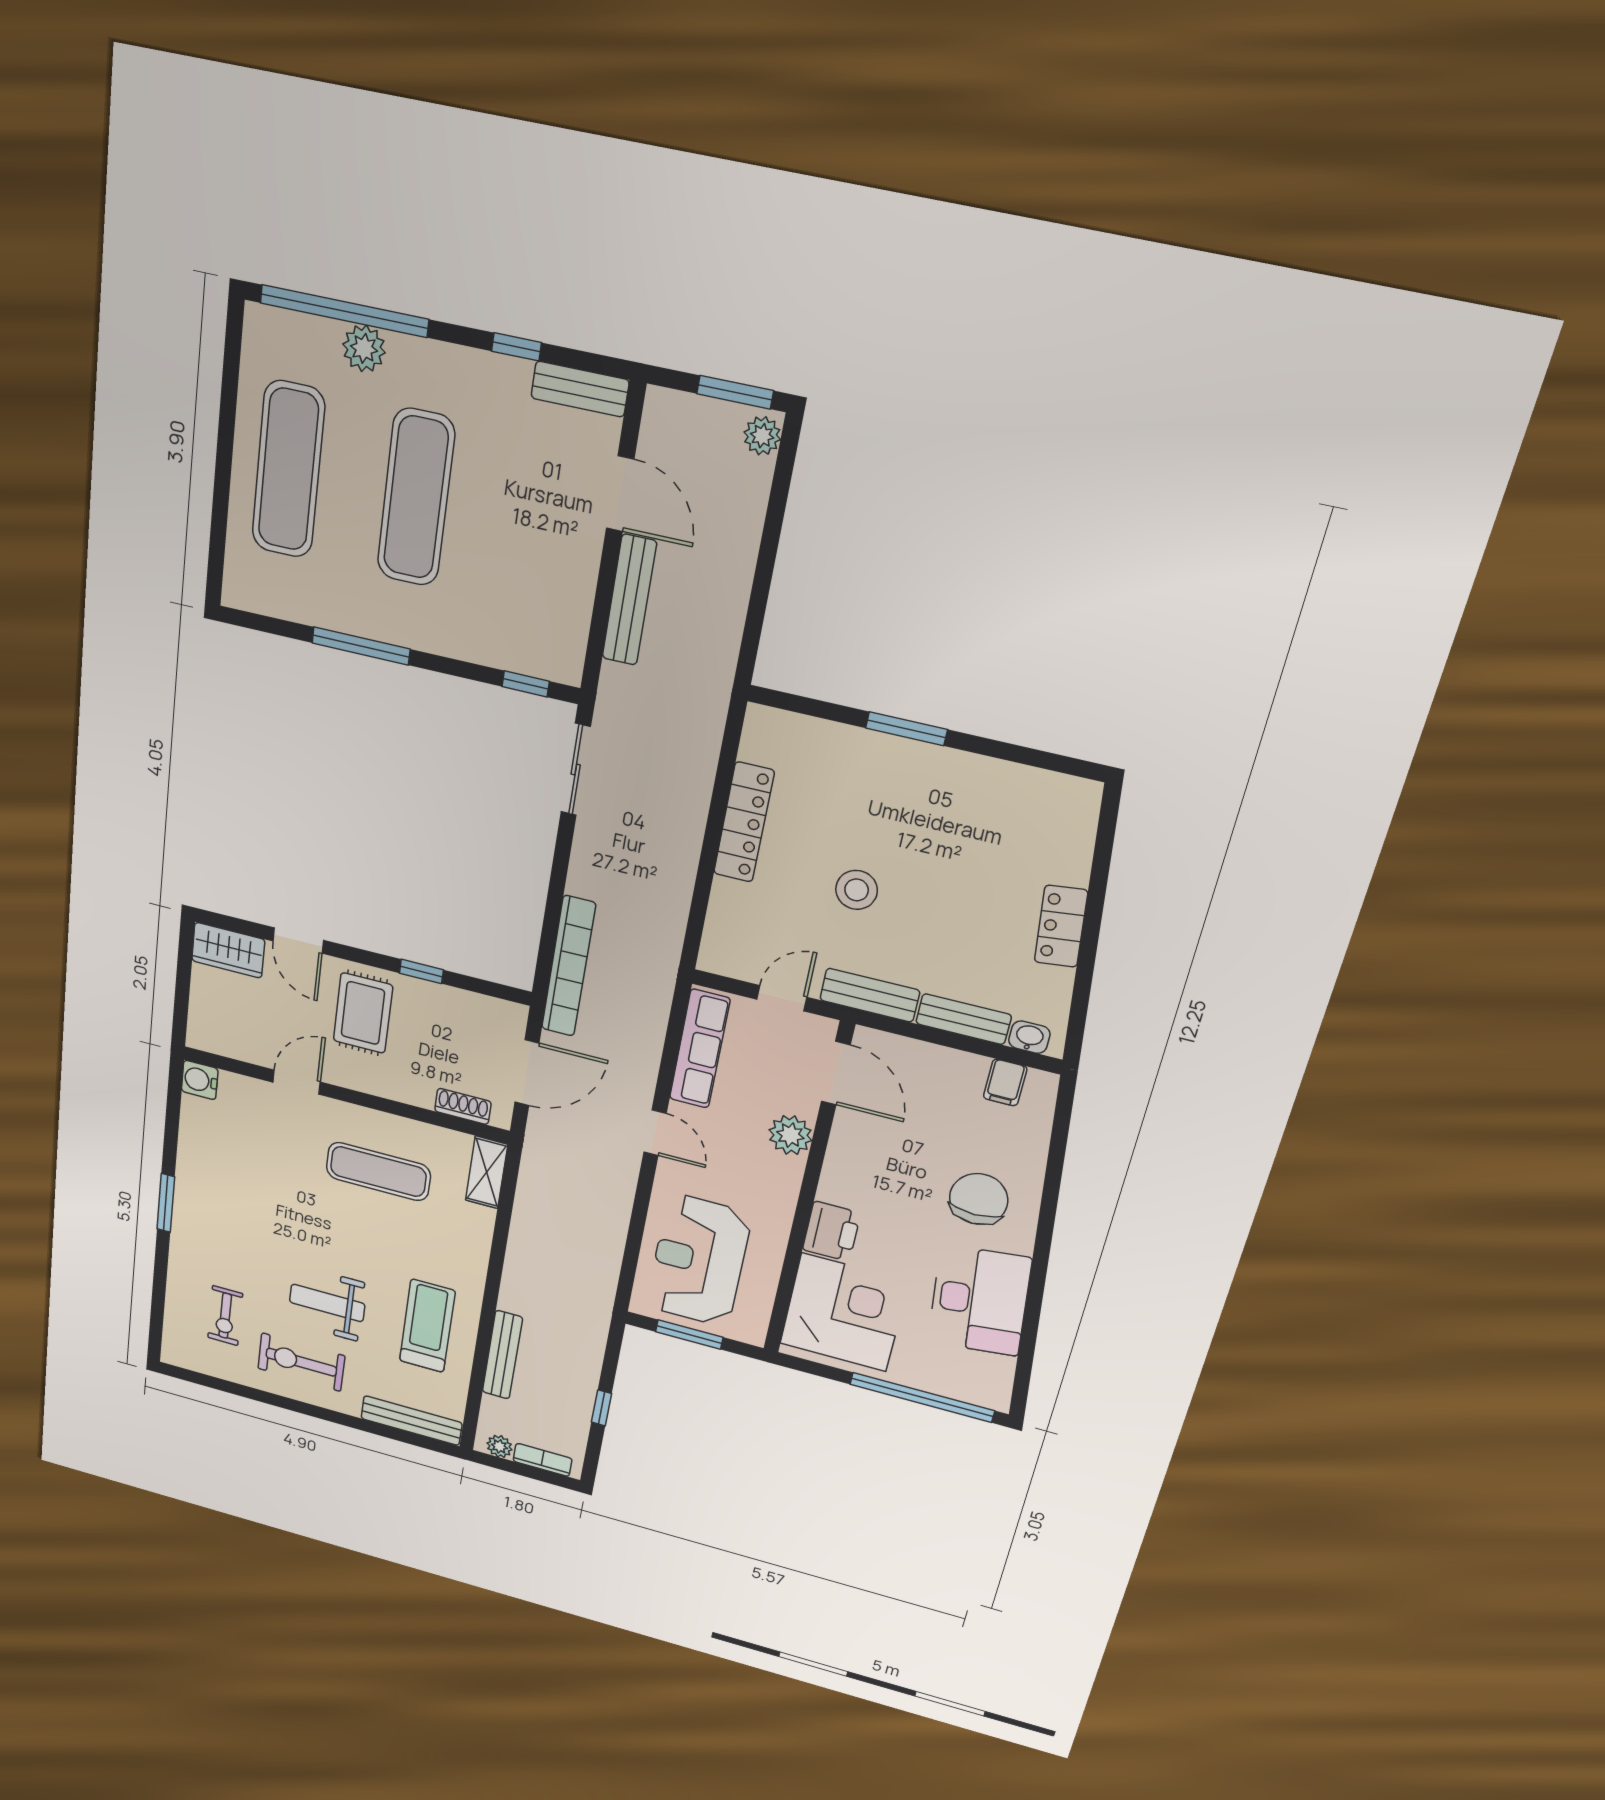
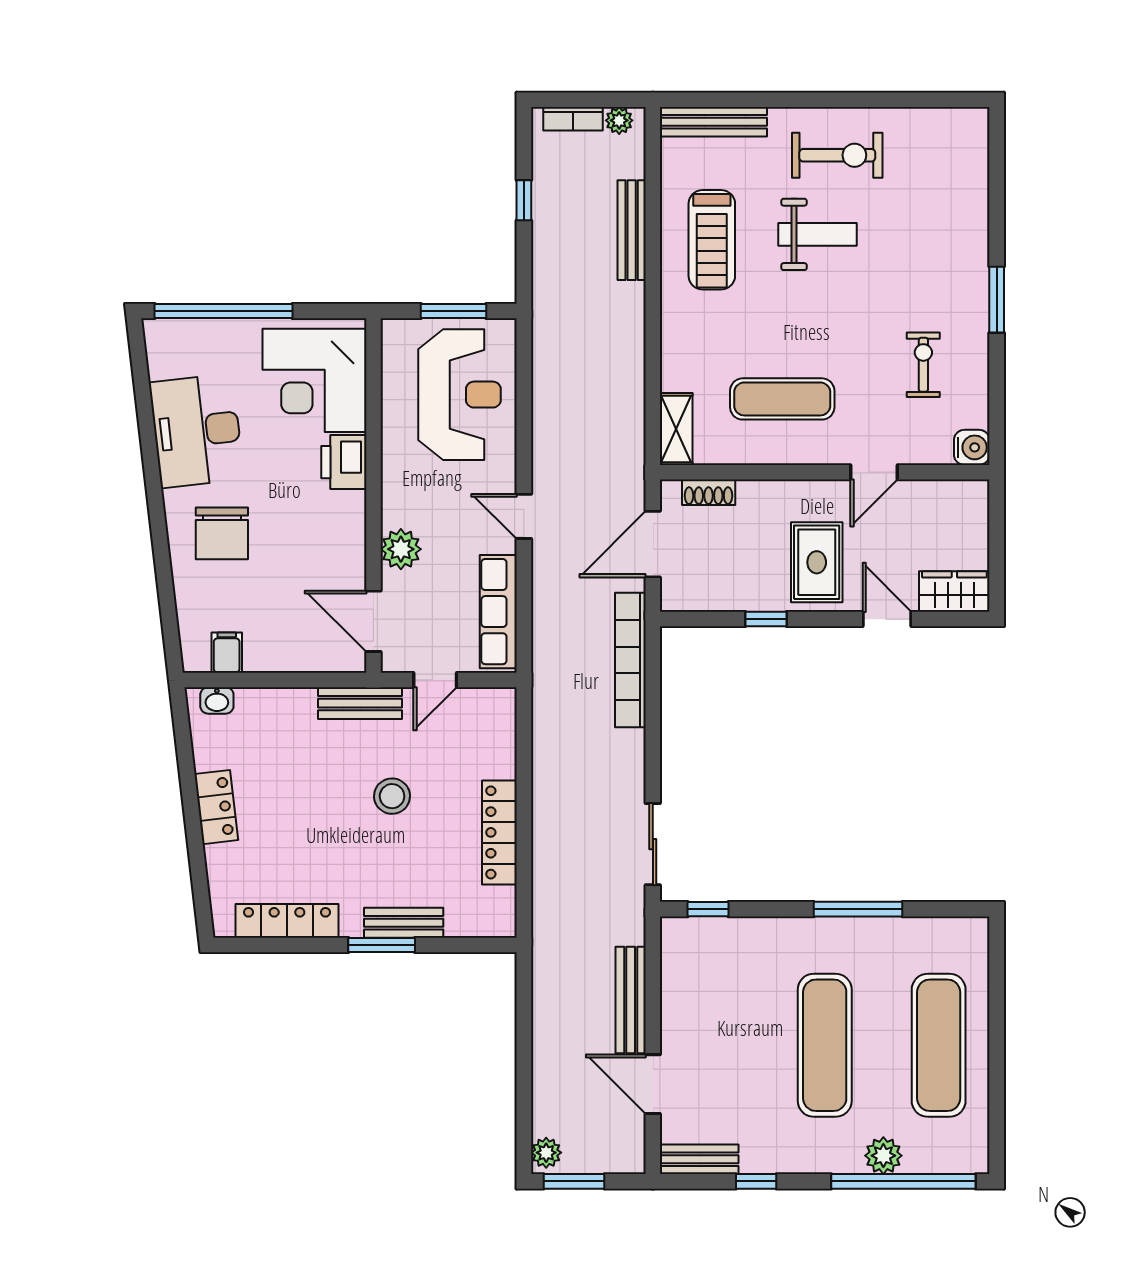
locker: (1011, 782) -> (287, 921), added
bench: (964, 1019) -> (404, 923), moved
exercise bike: (225, 1316) -> (923, 365), moved

